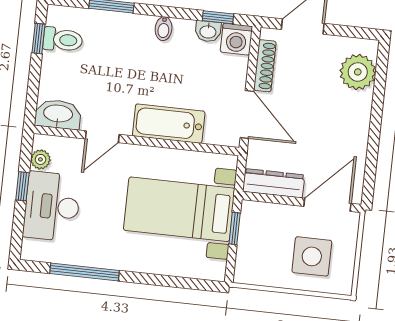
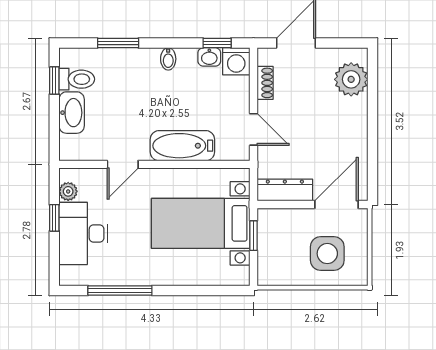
shoe rack: (265, 66) -> (265, 83), width x0.70
washbasin: (58, 114) -> (72, 113), moved, turned 90
door: (247, 114) -> (253, 129), width x0.73

